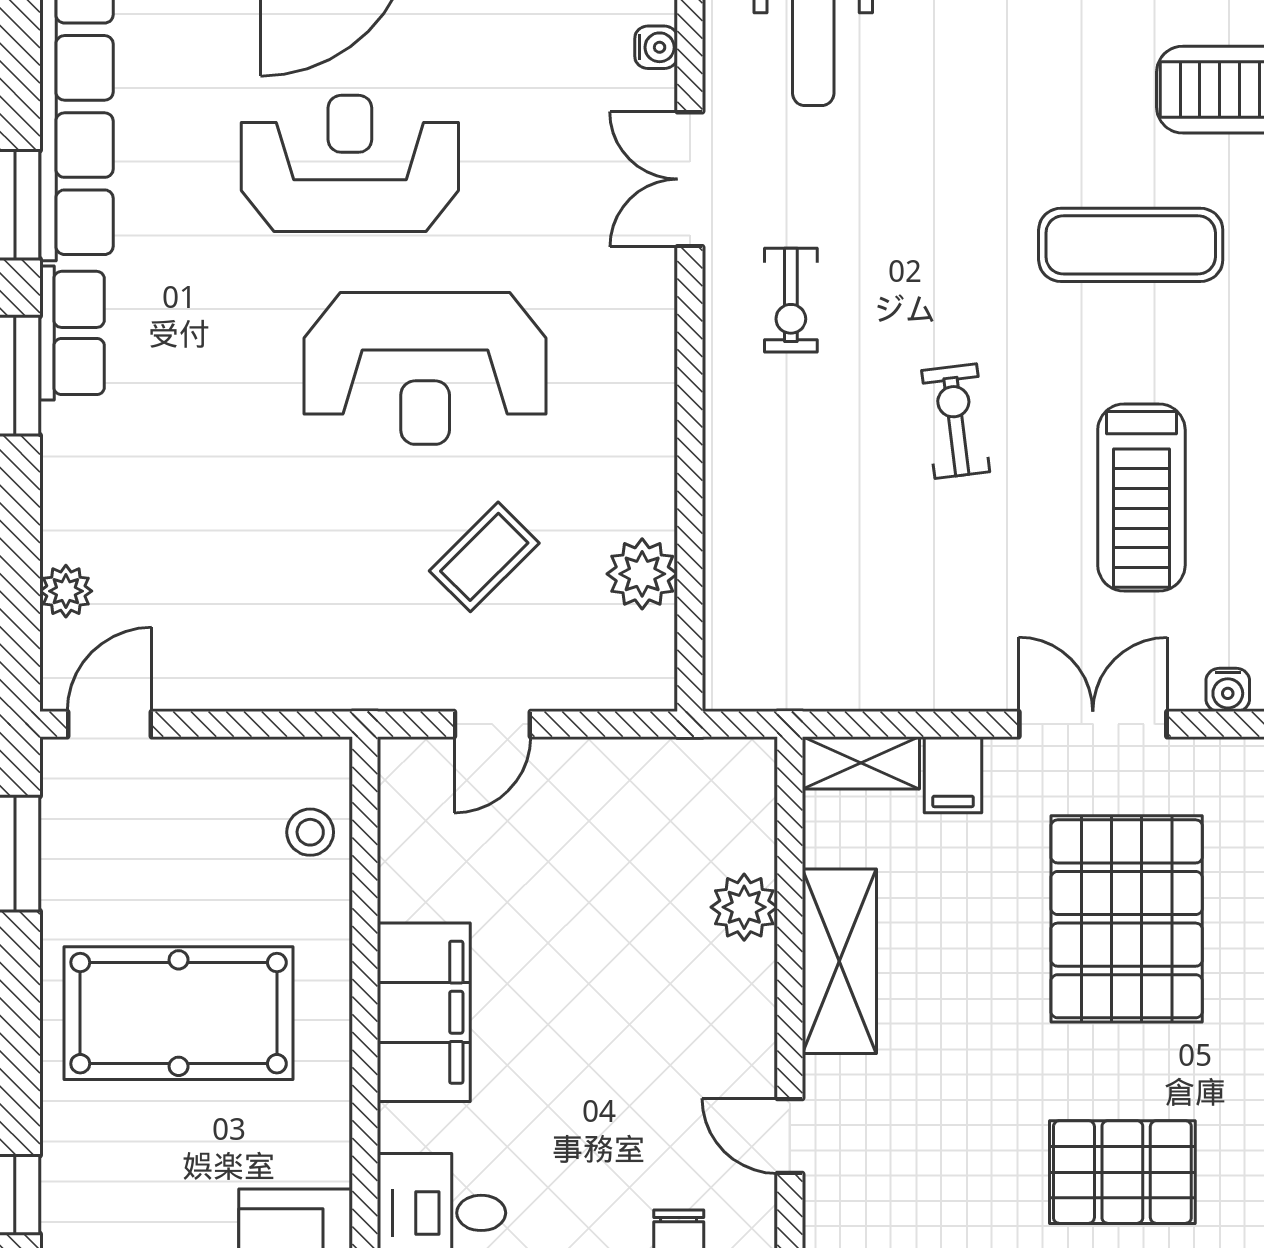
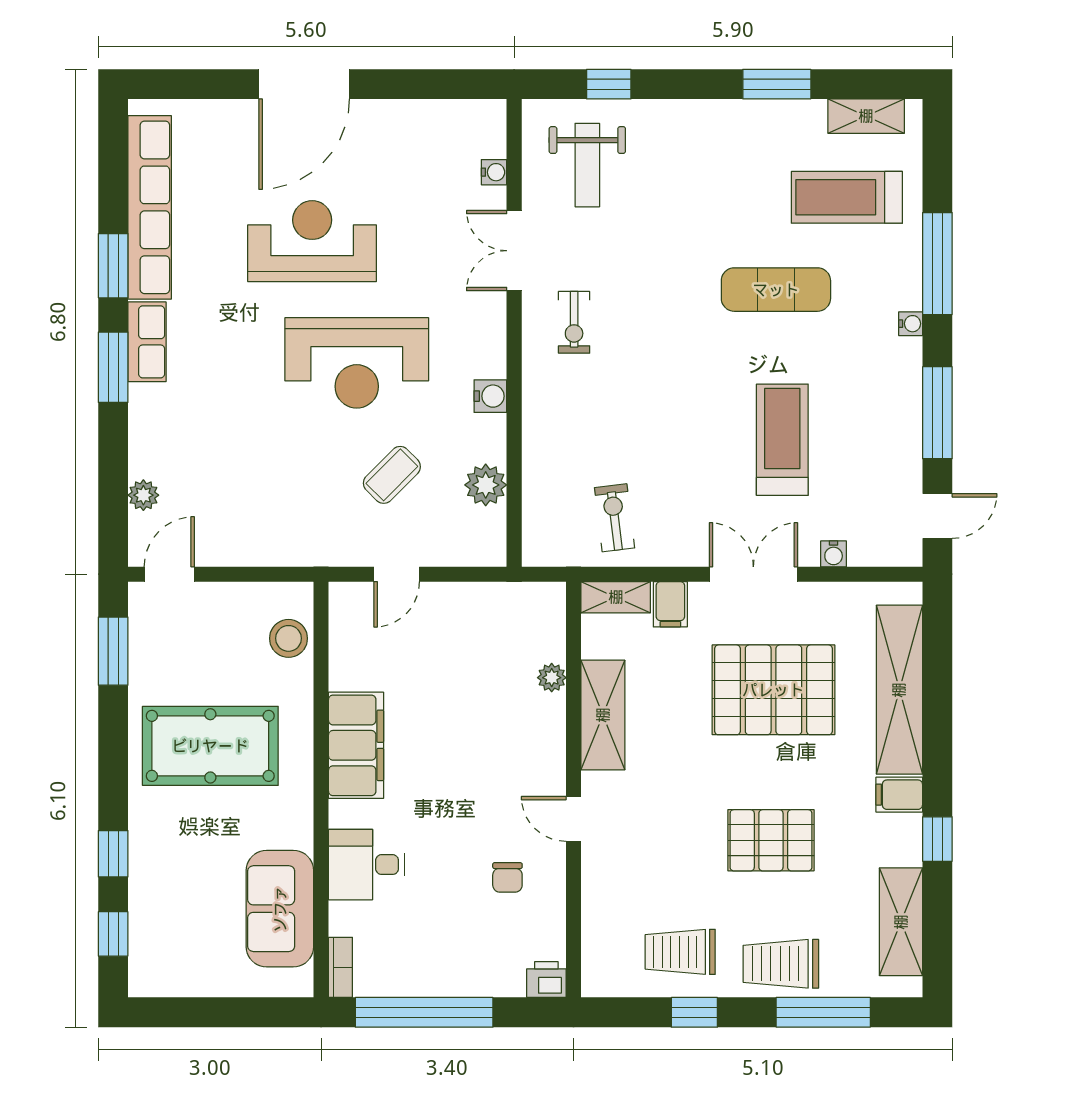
exercise bike: (956, 421) -> (615, 518), moved
water cooler: (650, 424) -> (490, 396), added
treadmill: (1141, 498) -> (782, 440), turned 180
stool: (310, 832) -> (289, 638), width x1.37, depth x1.37
plant: (744, 907) -> (552, 678), width x0.73, depth x0.73
pallet: (1127, 919) -> (773, 690), turned 90

